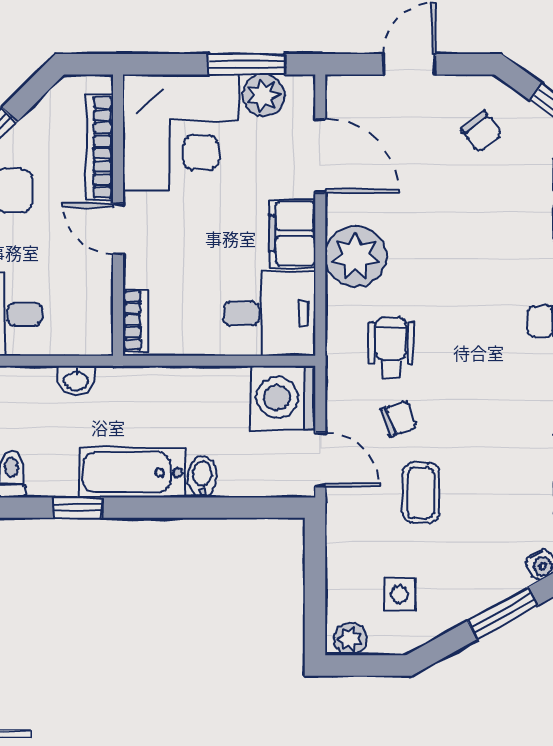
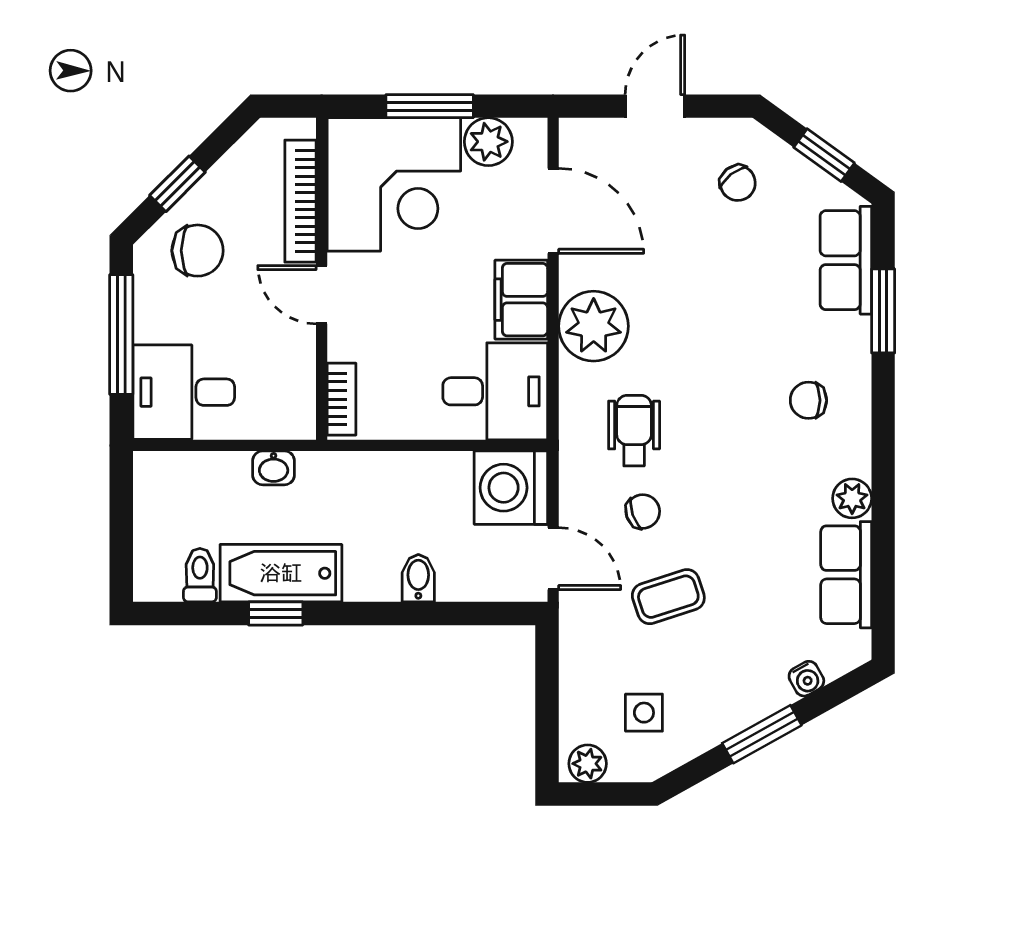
window: (247, 64) -> (430, 106), moved
bathtub: (132, 472) -> (281, 573), moved
coffee table: (421, 493) -> (668, 597), turned 72

